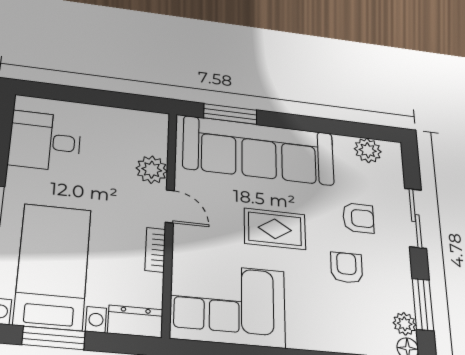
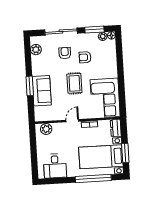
window: (230, 114) -> (30, 86), moved
sofa: (259, 151) -> (42, 91), width x0.54, depth x0.79
plant: (152, 170) -> (46, 129), moved
sliding door: (415, 218) -> (61, 32), width x1.37

